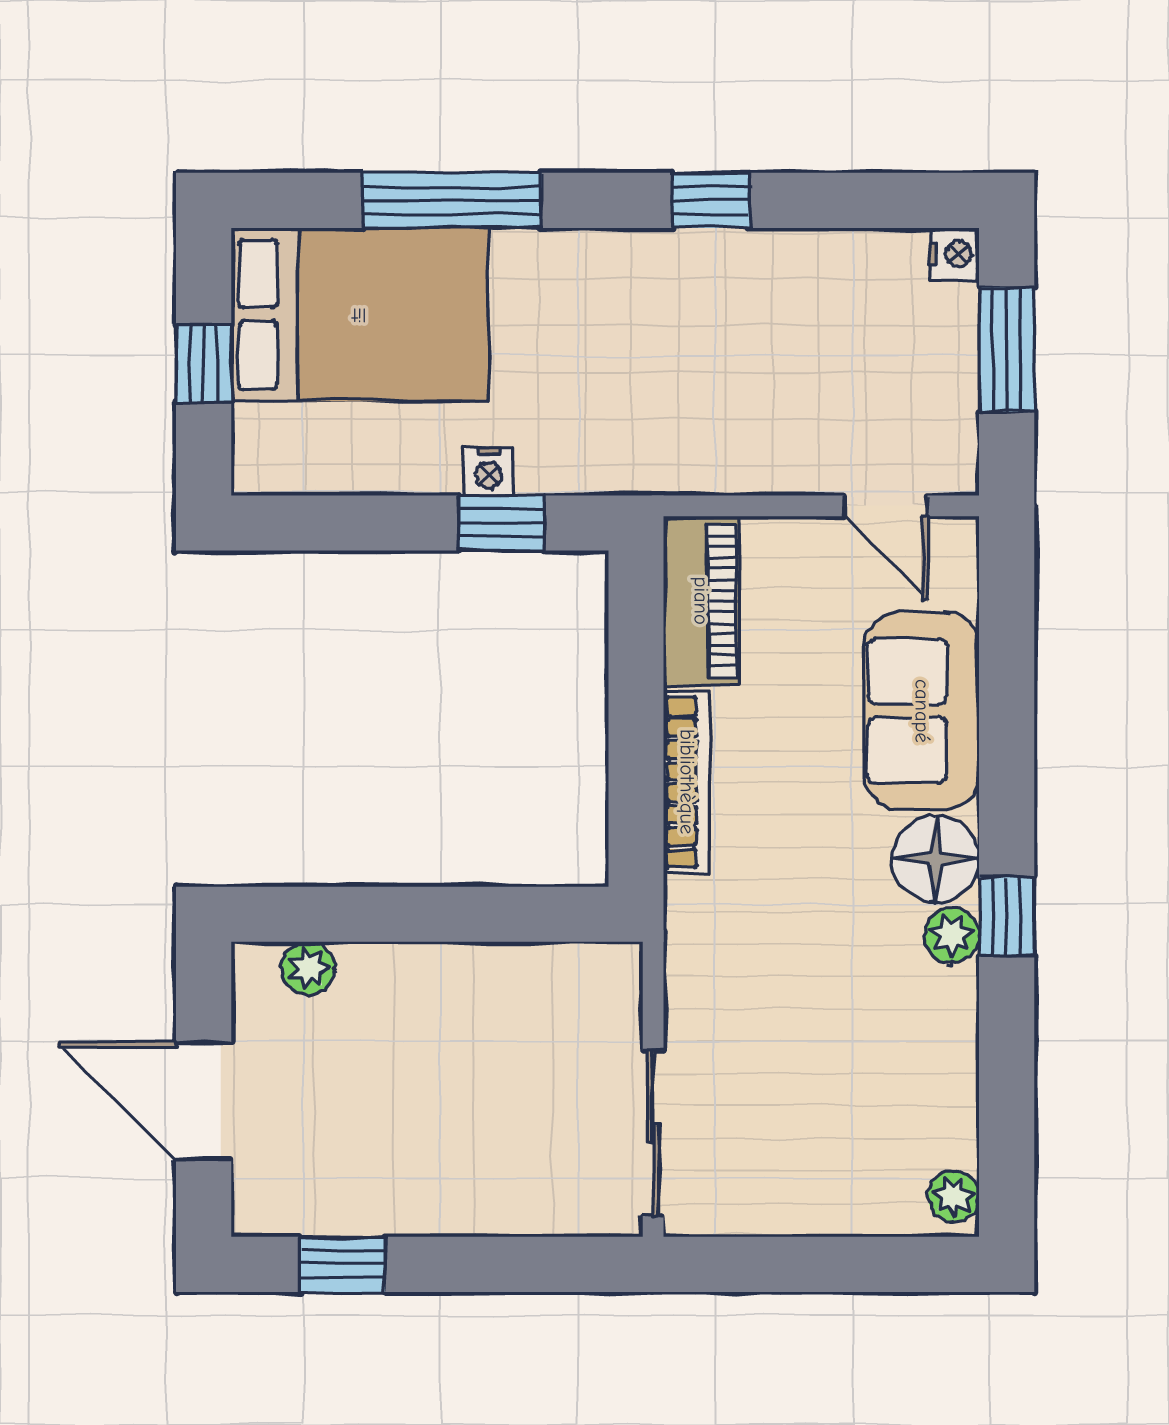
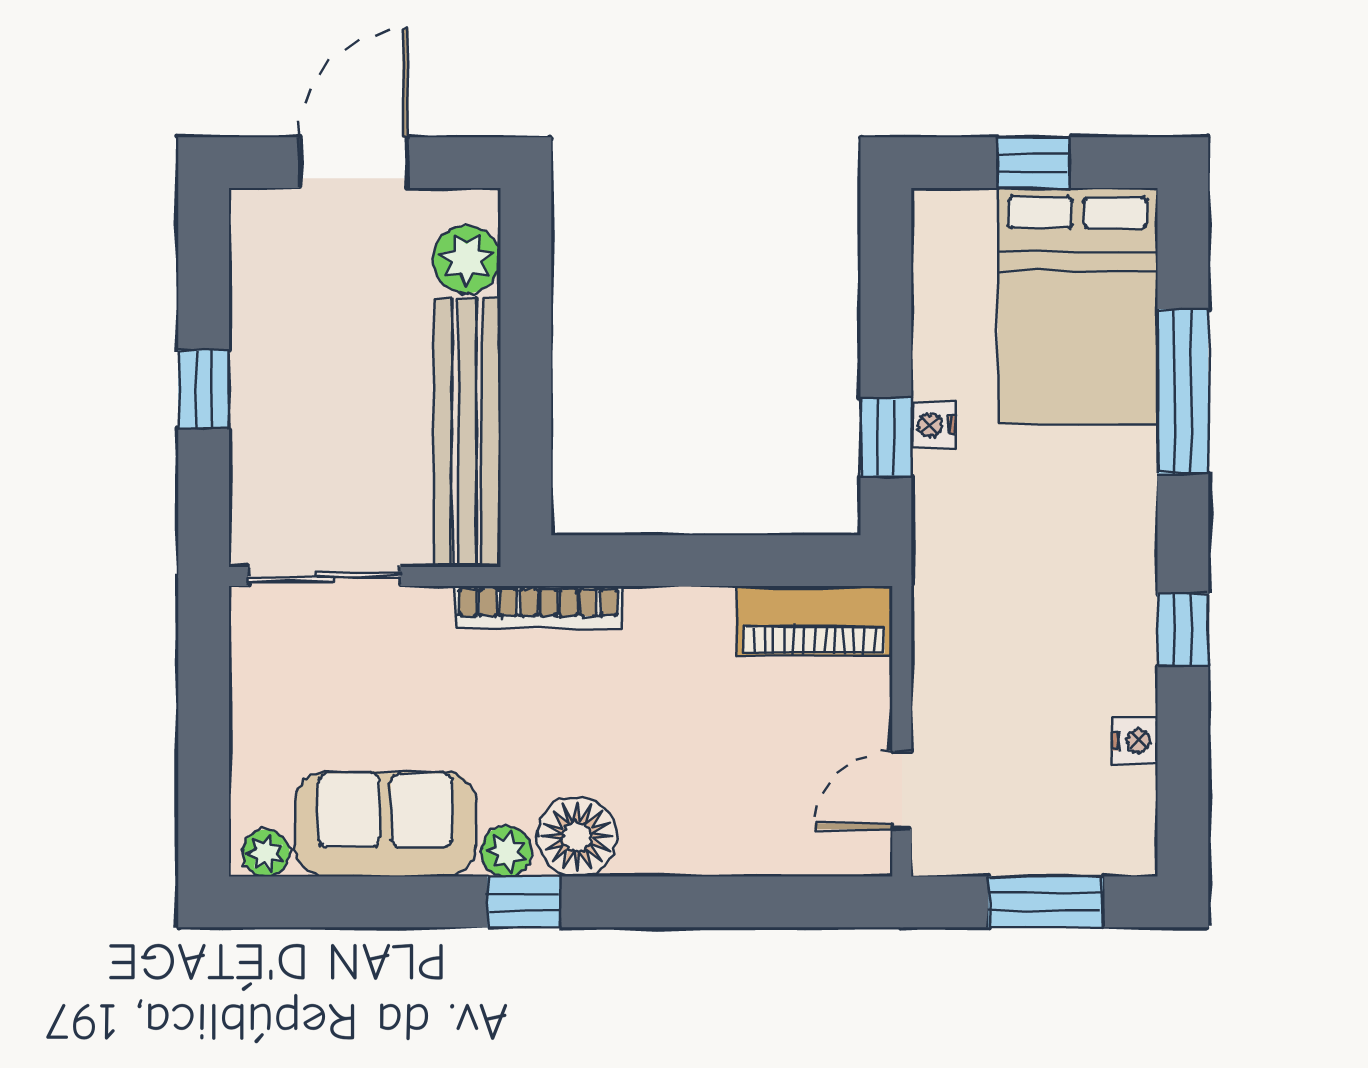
nightstand: (955, 254) -> (1135, 741), moved, turned -90
sofa: (922, 711) -> (385, 824), moved
bookcase: (687, 782) -> (539, 607), moved
plant: (309, 969) -> (467, 259), width x1.38, depth x1.38
bench: (497, 978) -> (467, 433), added
window: (342, 1264) -> (204, 389), moved

